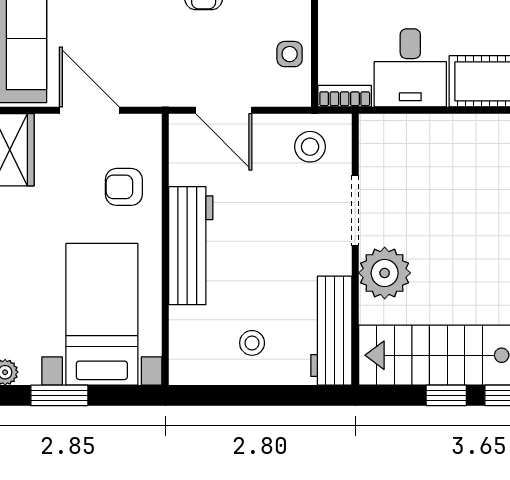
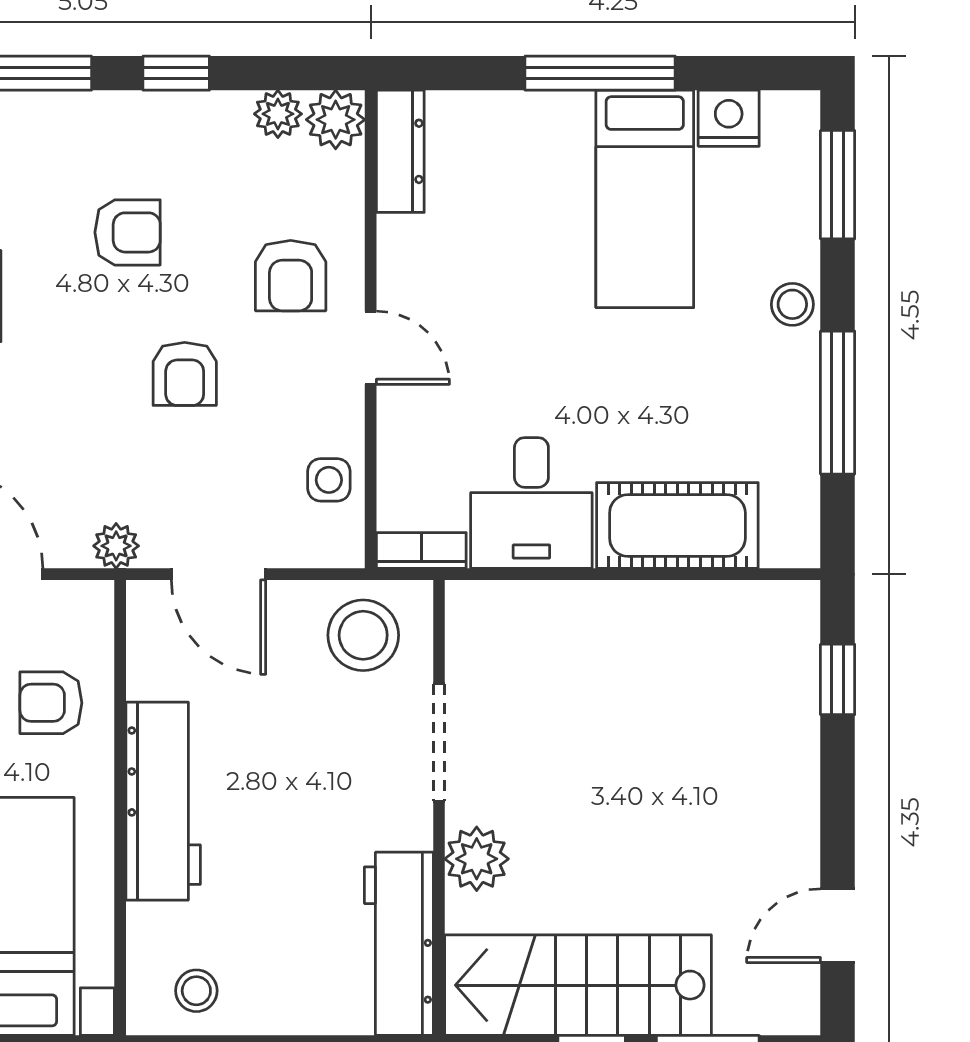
plant: (163, 93) -> (116, 546), added
stool: (310, 147) -> (363, 635), width x1.38, depth x1.38
plant: (385, 273) -> (477, 859), width x0.73, depth x0.73
stool: (252, 343) -> (196, 991), moved

